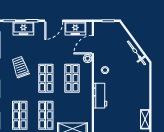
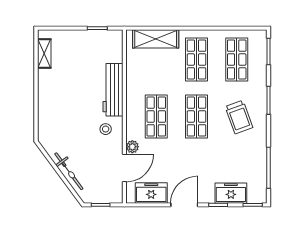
bicycle: (137, 53) -> (69, 171), moved
trolley: (20, 67) -> (239, 117), moved
workbench: (100, 96) -> (113, 90), width x1.38

